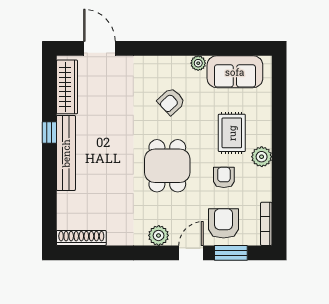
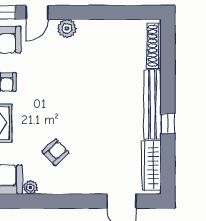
dining table: (167, 166) -> (59, 93), removed
shoe rack: (81, 238) -> (154, 46), moved, turned 90

